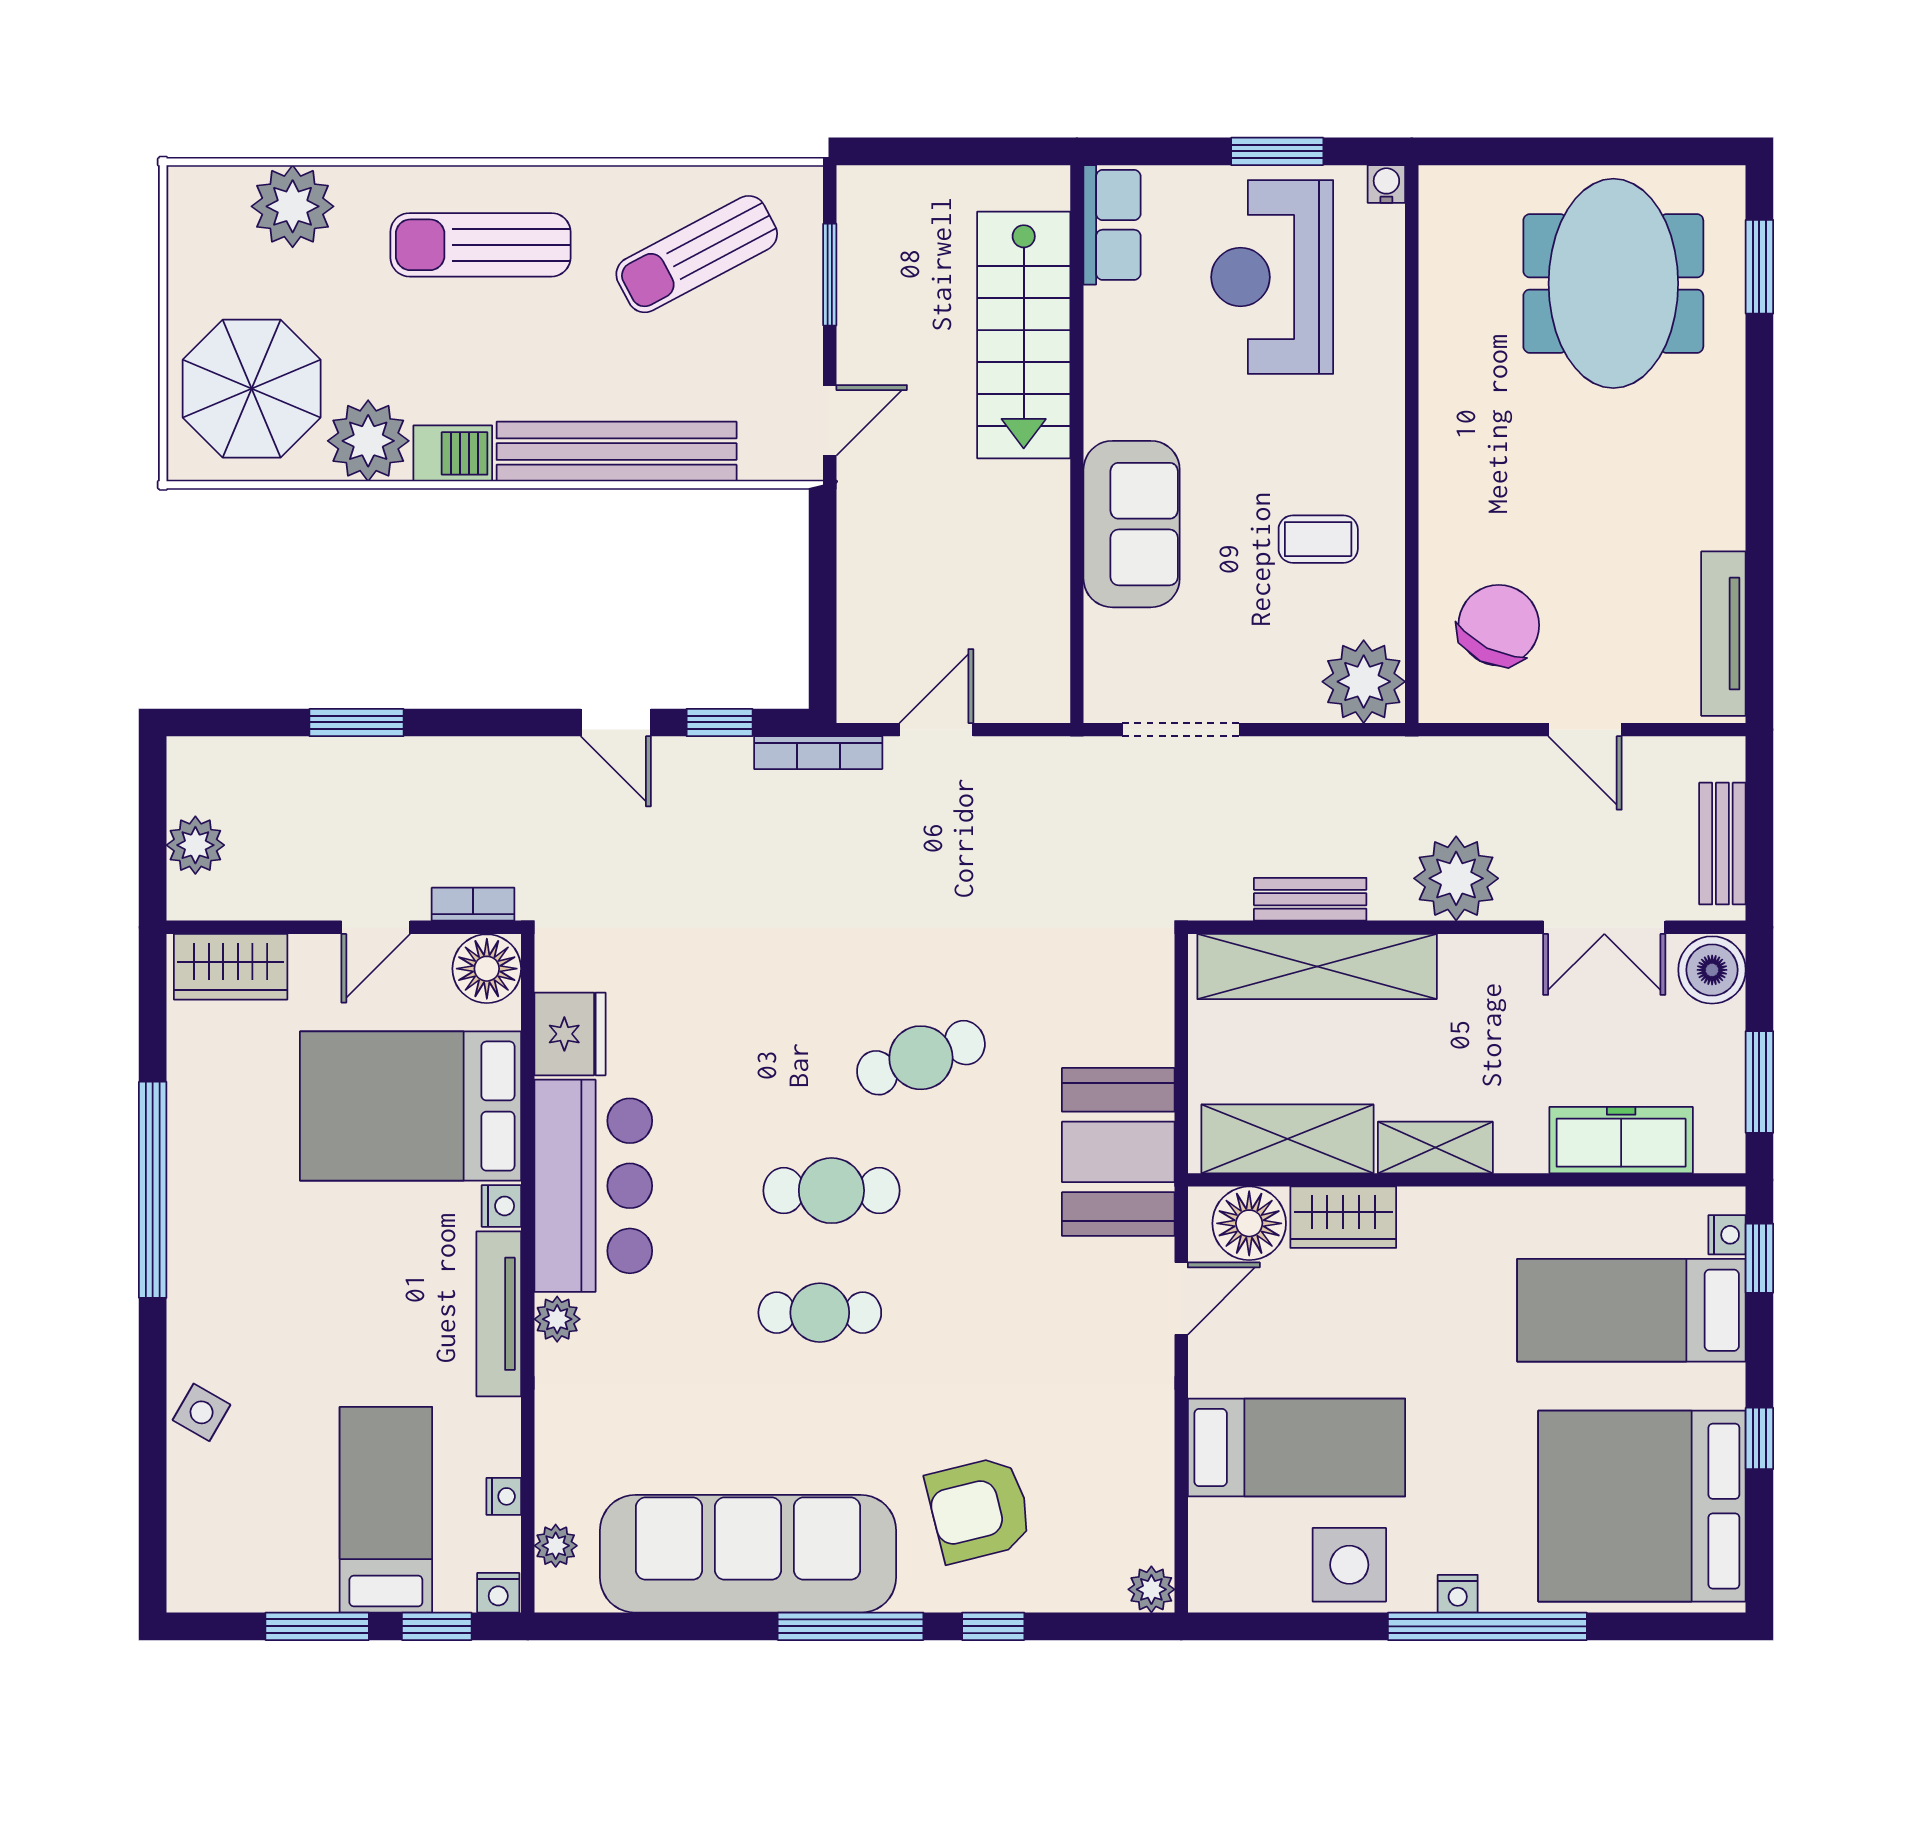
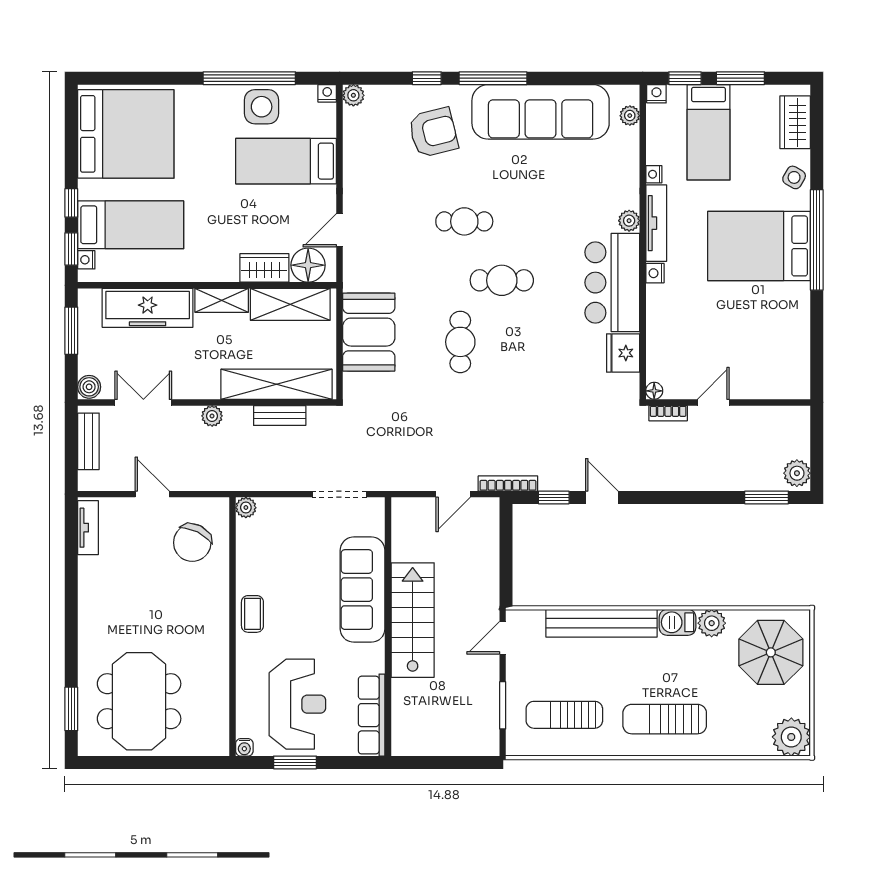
plant: (293, 206) -> (791, 737), moved
row of seats: (1112, 225) -> (372, 715), width x1.48
sun lounger: (480, 245) -> (665, 719), turned 180
sun lounger: (697, 254) -> (564, 715), turned -152
stairs: (1024, 335) -> (413, 620), moved
plant: (368, 441) -> (712, 623), width x0.73, depth x0.73
sofa: (1132, 524) -> (363, 590), width x1.36
coffee table: (1318, 539) -> (252, 614), moved, turned 90
tv unit: (1723, 634) -> (88, 528), width x0.71
plant: (1364, 682) -> (246, 508), width x0.53, depth x0.53
window: (357, 722) -> (767, 497), moved
plant: (195, 845) -> (797, 473), moved
plant: (1456, 878) -> (212, 416), width x0.53, depth x0.53
wardrobe: (231, 967) -> (795, 122), moved, turned -90
floor lamp: (487, 969) -> (654, 391), width x0.53, depth x0.53
boiler: (1712, 970) -> (89, 387), width x0.73, depth x0.73
cafe table: (921, 1058) -> (460, 342), turned -71
bed: (411, 1106) -> (759, 246), moved, turned 180
freezer: (1621, 1140) -> (148, 308), width x1.36, depth x1.26
booth: (1118, 1152) -> (369, 332), moved
window: (153, 1190) -> (817, 240), moved
cafe table: (820, 1313) -> (464, 221), moved
window: (1759, 1438) -> (71, 203), moved
nightstand: (504, 1496) -> (654, 174), moved
nightstand: (1458, 1594) -> (327, 93), moved
window: (1487, 1626) -> (249, 78), moved

